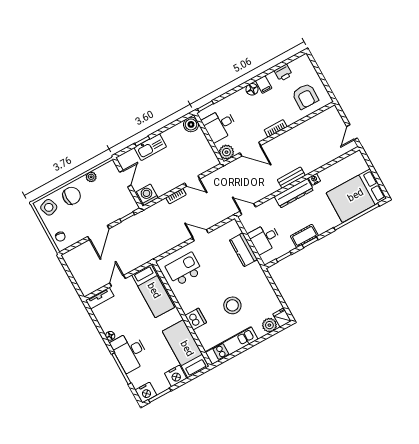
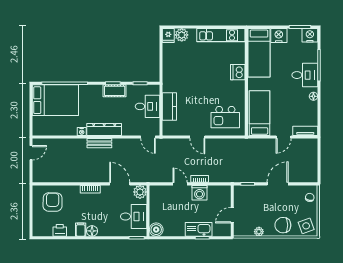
washing machine: (147, 195) -> (199, 193), moved
stool: (232, 305) -> (203, 67), removed
desk: (130, 352) -> (305, 75), width x0.73

